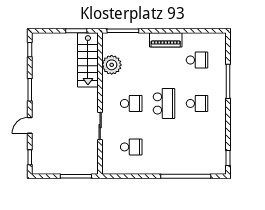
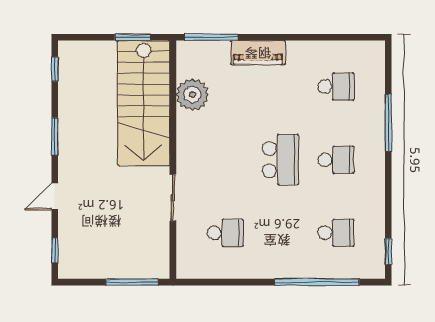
piano: (166, 40) -> (258, 53), moved
stairs: (88, 60) -> (144, 103), width x1.36, depth x1.51
school desk: (131, 103) -> (336, 233), moved

